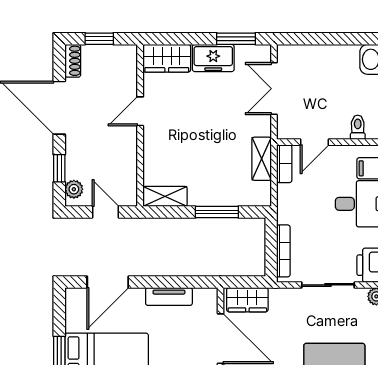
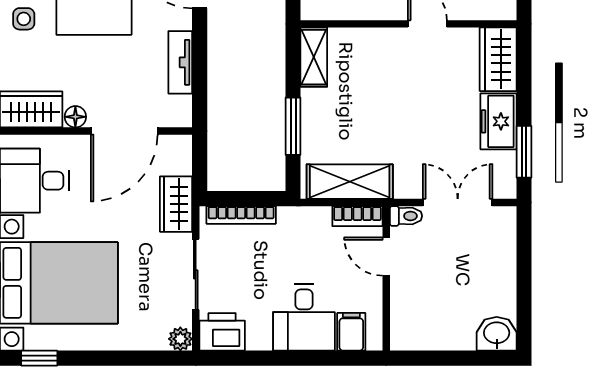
toilet: (358, 127) -> (406, 216), moved
shelving: (262, 159) -> (350, 182), width x1.50, depth x1.33
wardrobe: (247, 300) -> (176, 204), moved

